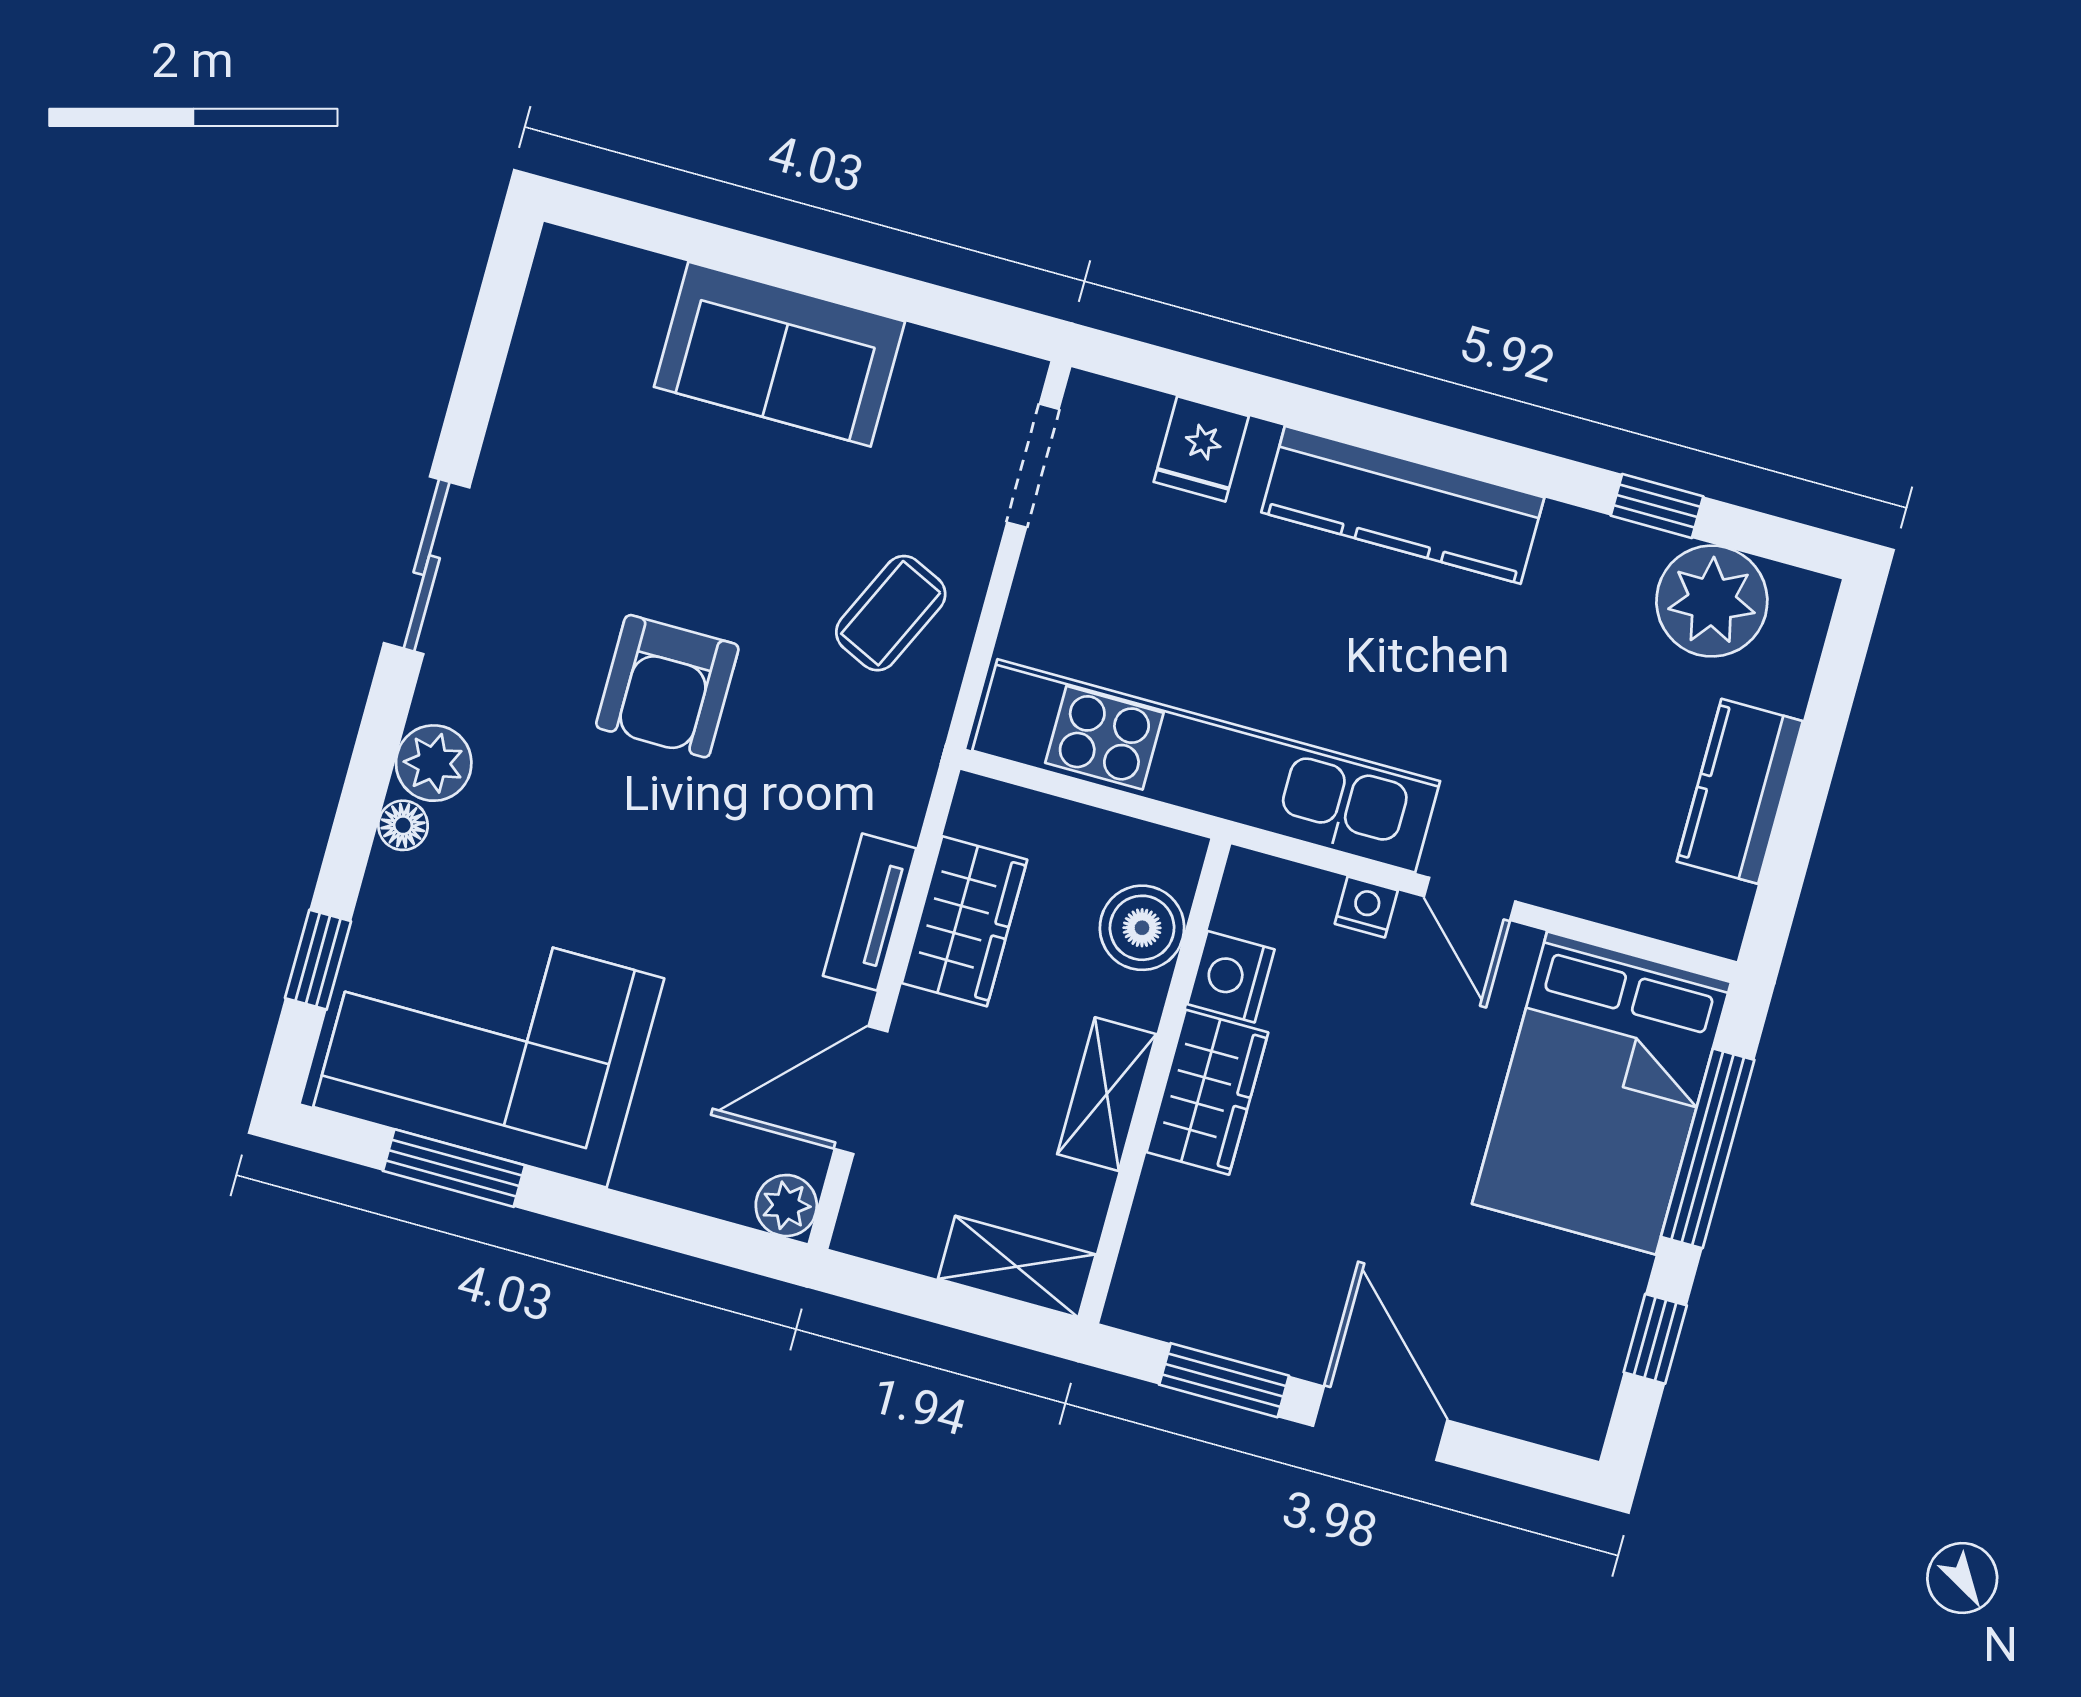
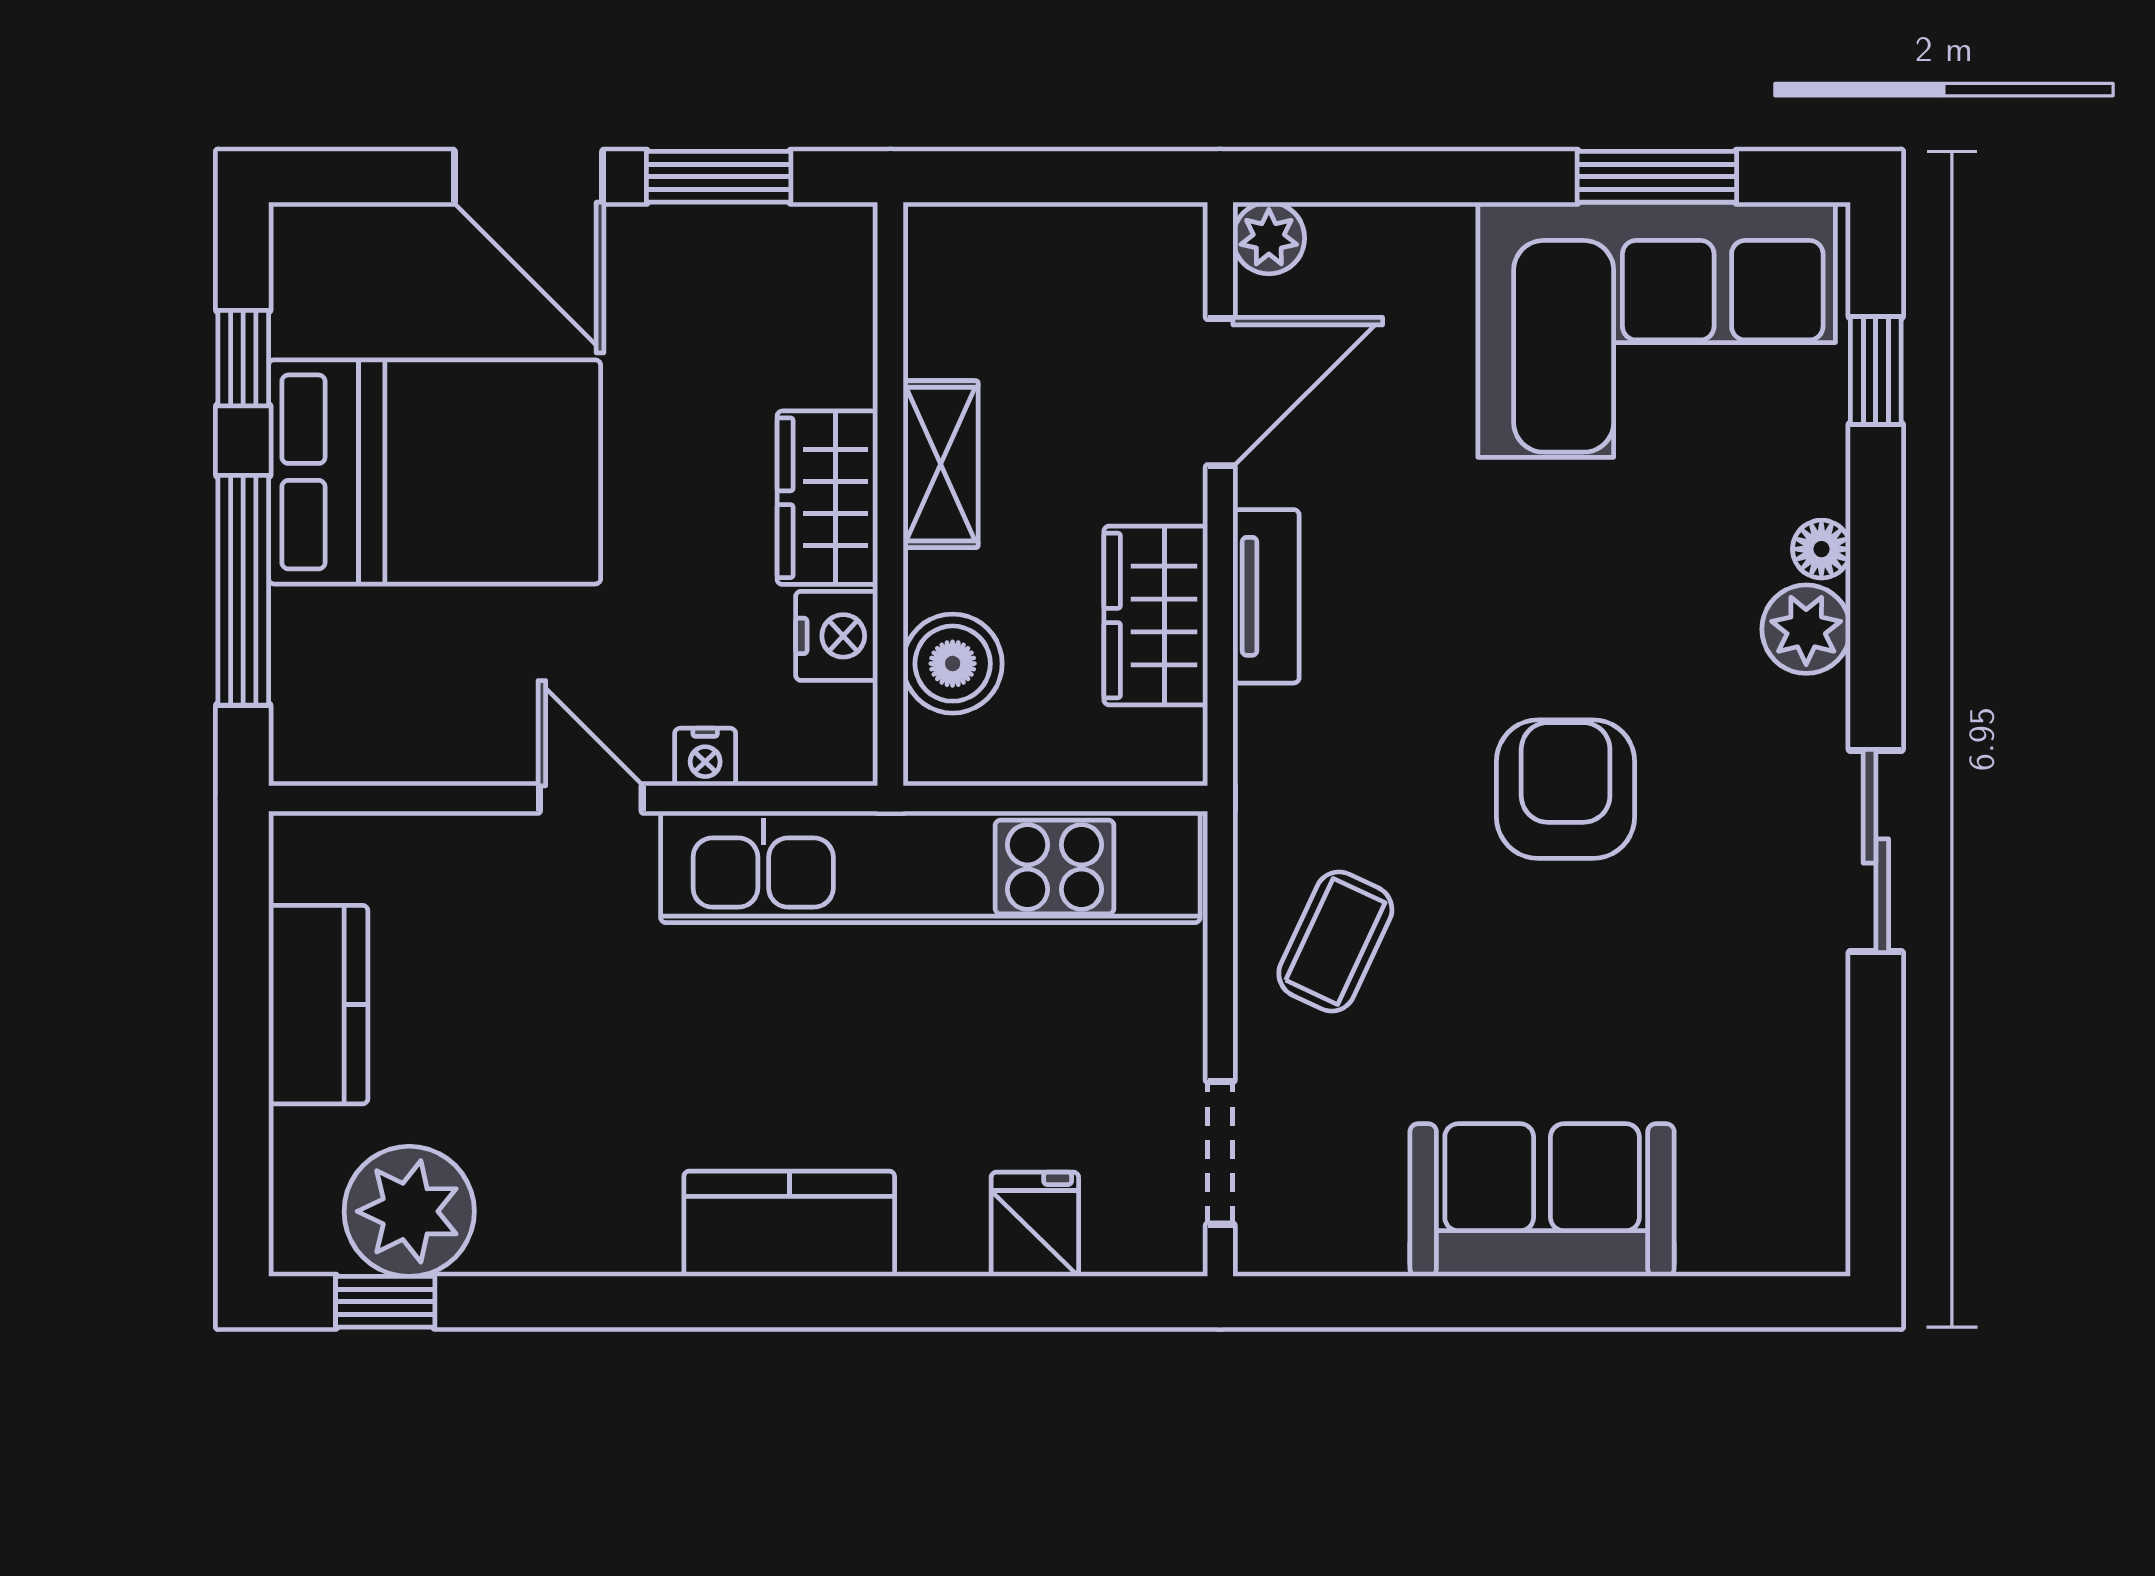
kitchen counter: (1403, 505) -> (789, 1224), width x0.67
window: (1657, 506) -> (385, 1302), moved
bed: (1602, 1093) -> (435, 472), moved, turned 90
shelving: (1017, 1267) -> (989, 241), removed

